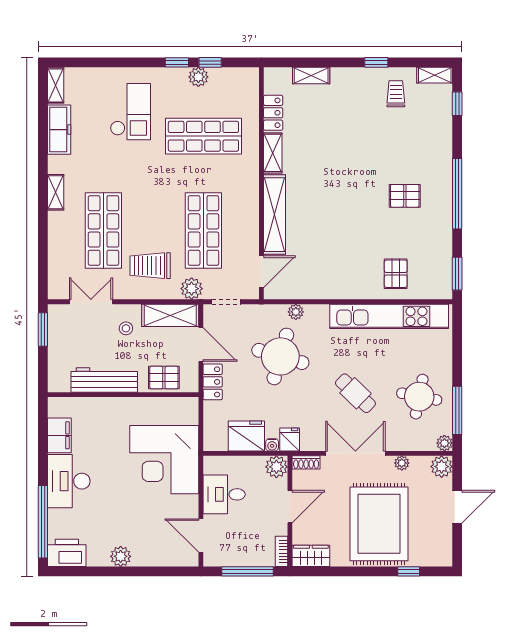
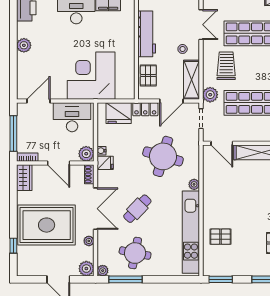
plant: (296, 312) -> (194, 184), moved
fridge: (246, 436) -> (119, 113), moved, turned 90
desk: (224, 494) -> (72, 117), width x1.37

